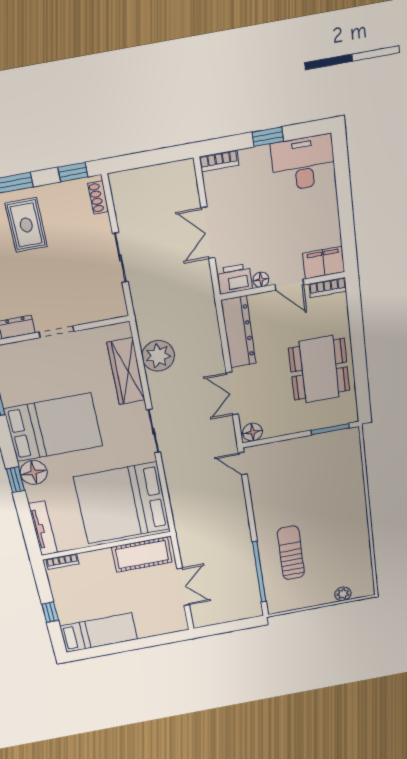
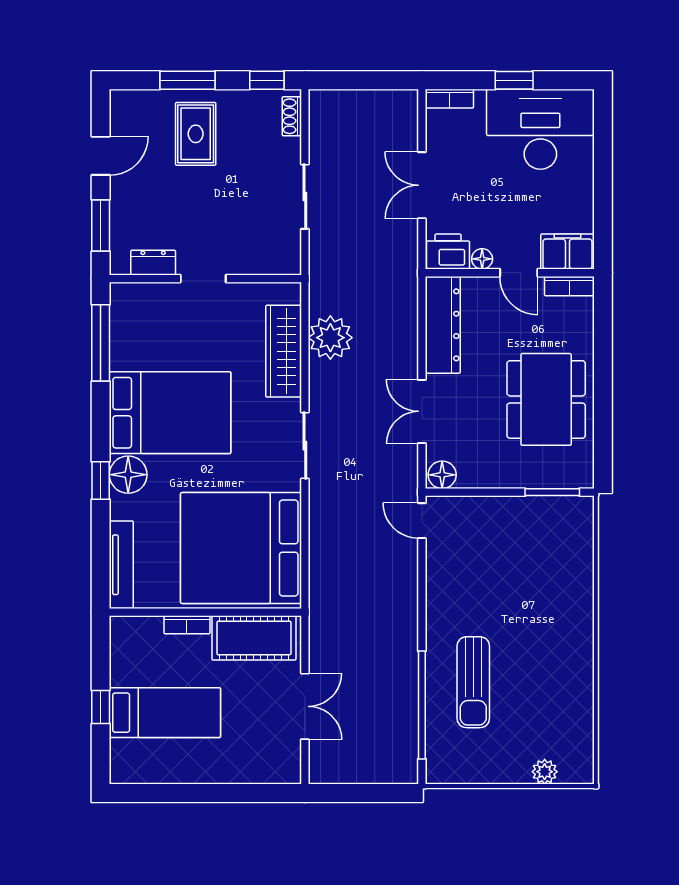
desk: (303, 163) -> (540, 129), width x1.36, depth x1.30
sun lounger: (291, 553) -> (473, 682), turned 180
bookcase: (62, 562) -> (187, 625), moved
bed: (99, 633) -> (165, 713), moved

